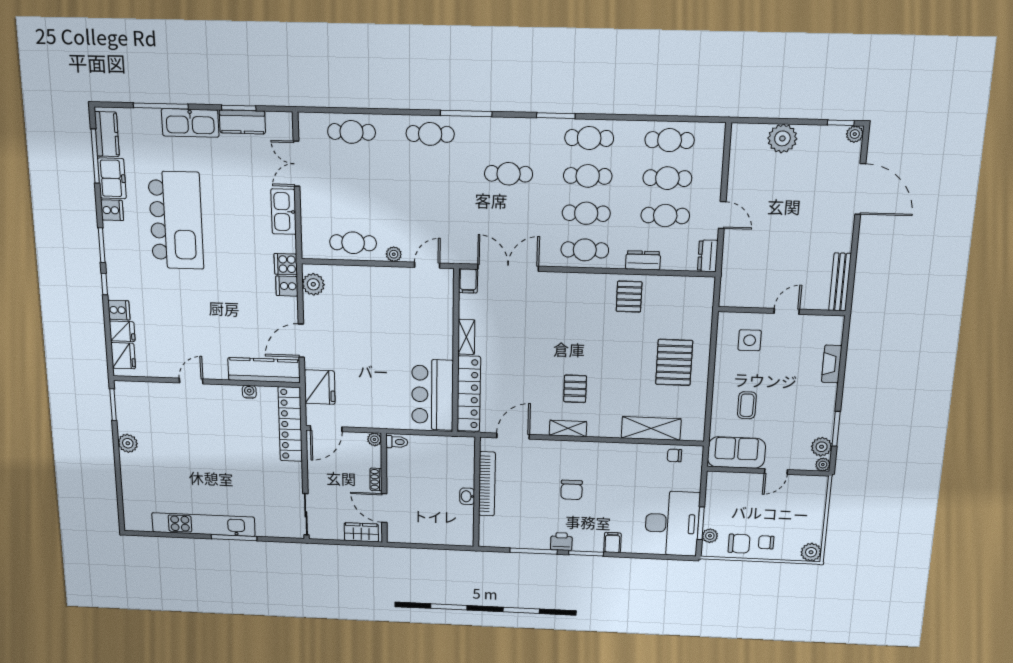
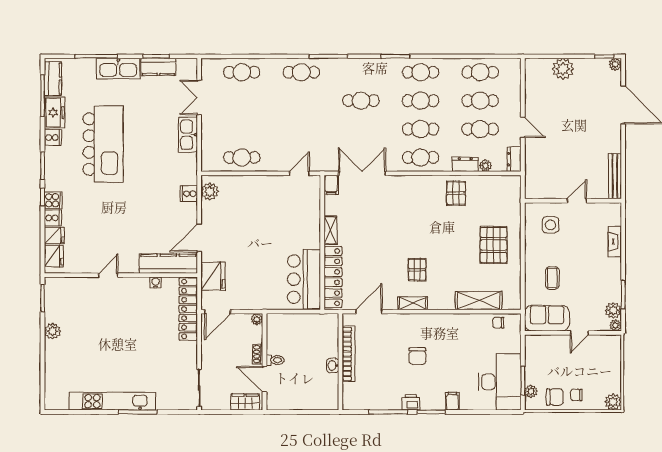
plant: (394, 254) -> (485, 165), moved
cooker: (286, 264) -> (53, 200), moved, turned 180
toilet: (397, 442) -> (275, 360), moved

